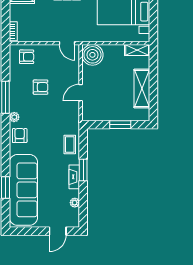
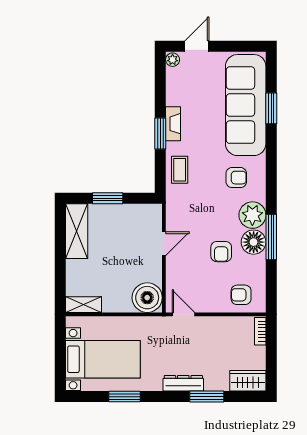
armchair: (41, 87) -> (221, 252), turned -90
shelving: (142, 88) -> (77, 231), moved
floor lamp: (18, 94) -> (254, 242), added
plant: (14, 117) -> (252, 215), width x1.88, depth x1.88
armchair: (20, 136) -> (236, 178), moved, turned -90
plant: (75, 203) -> (173, 60), moved

